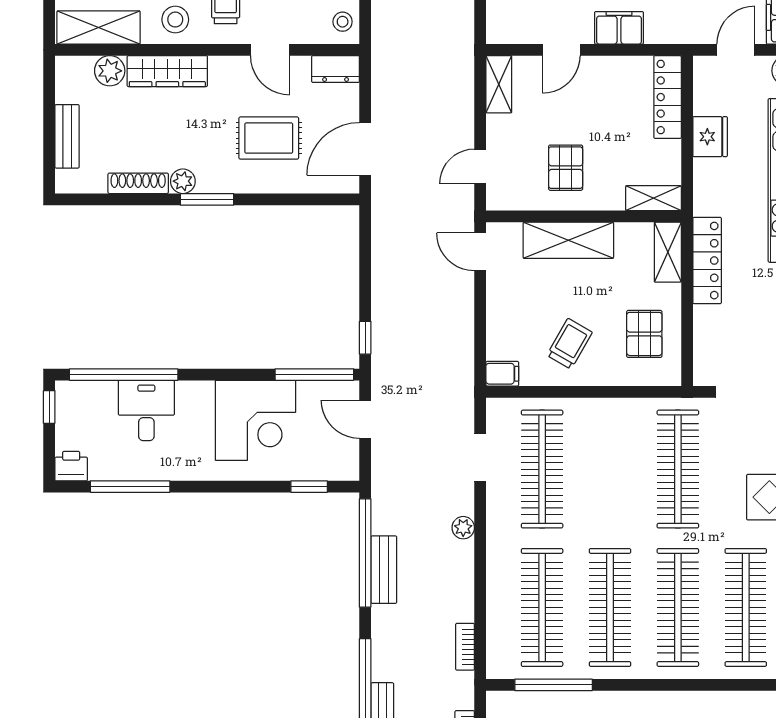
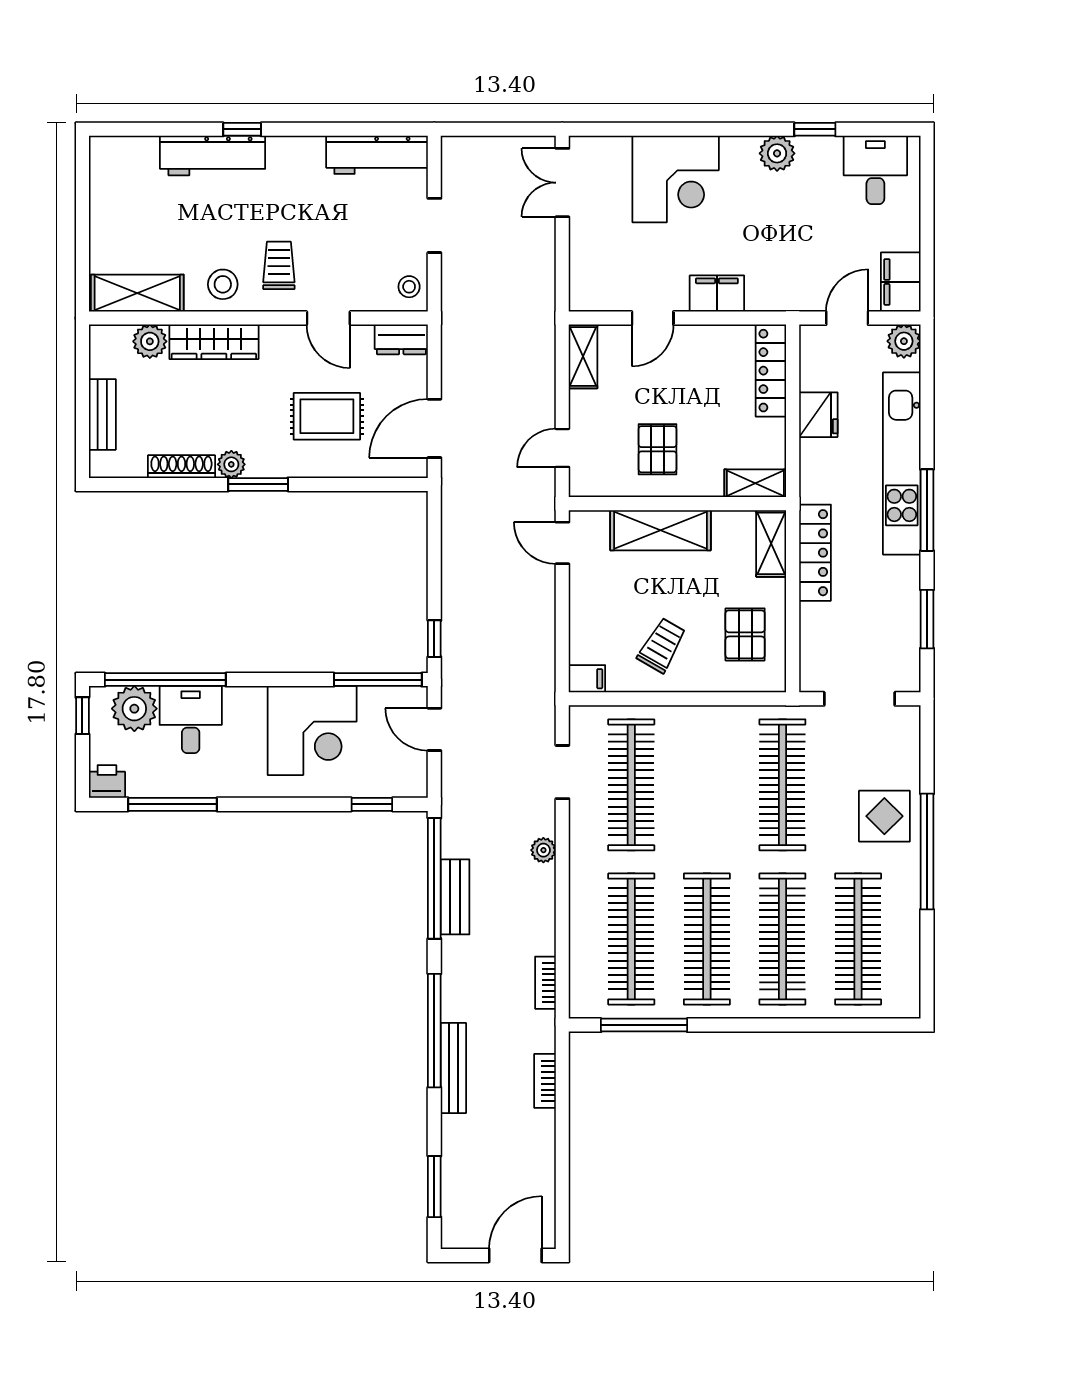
plant: (96, 401) -> (134, 709), added

